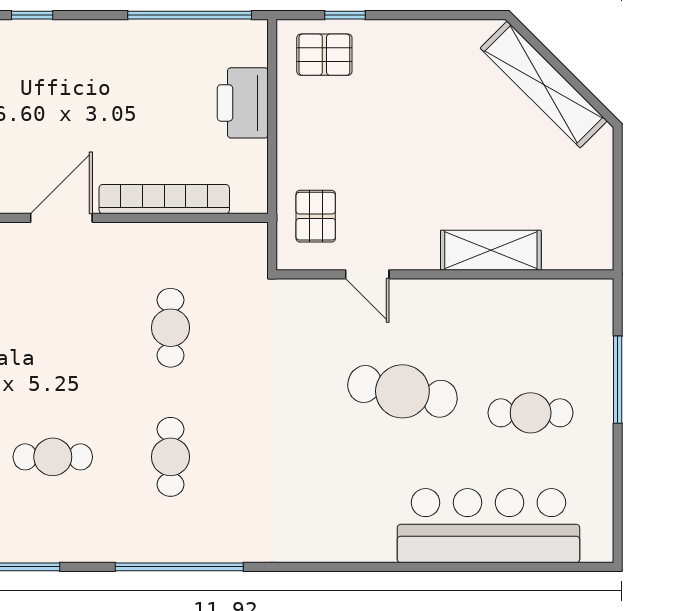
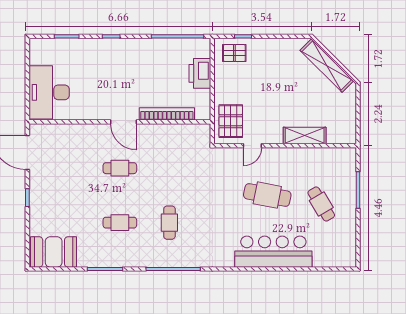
pallet: (316, 216) -> (231, 121), width x1.50, depth x1.42
door: (61, 218) -> (124, 122), swing flipped
door: (367, 274) -> (252, 146), hinge flipped
cafe table: (171, 328) -> (120, 168), moved, turned 90
cafe table: (531, 413) -> (321, 204), turned 59
bar counter: (488, 526) -> (273, 252), moved

